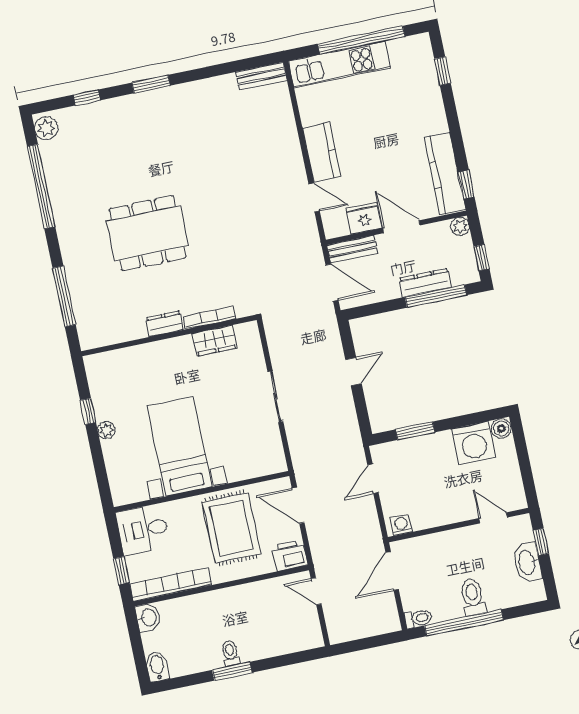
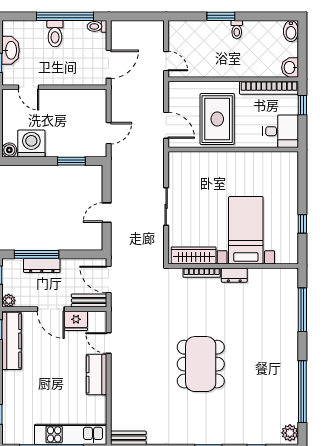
dining table: (148, 233) -> (201, 364), moved, turned 90
wardrobe: (215, 341) -> (194, 255), width x1.50
plant: (106, 430) -> (292, 208), removed
bed with nightstands: (179, 446) -> (246, 230), moved, turned 180
washing machine: (401, 525) -> (95, 96), removed
printer: (289, 555) -> (180, 91), removed
window: (232, 671) -> (221, 16), moved

